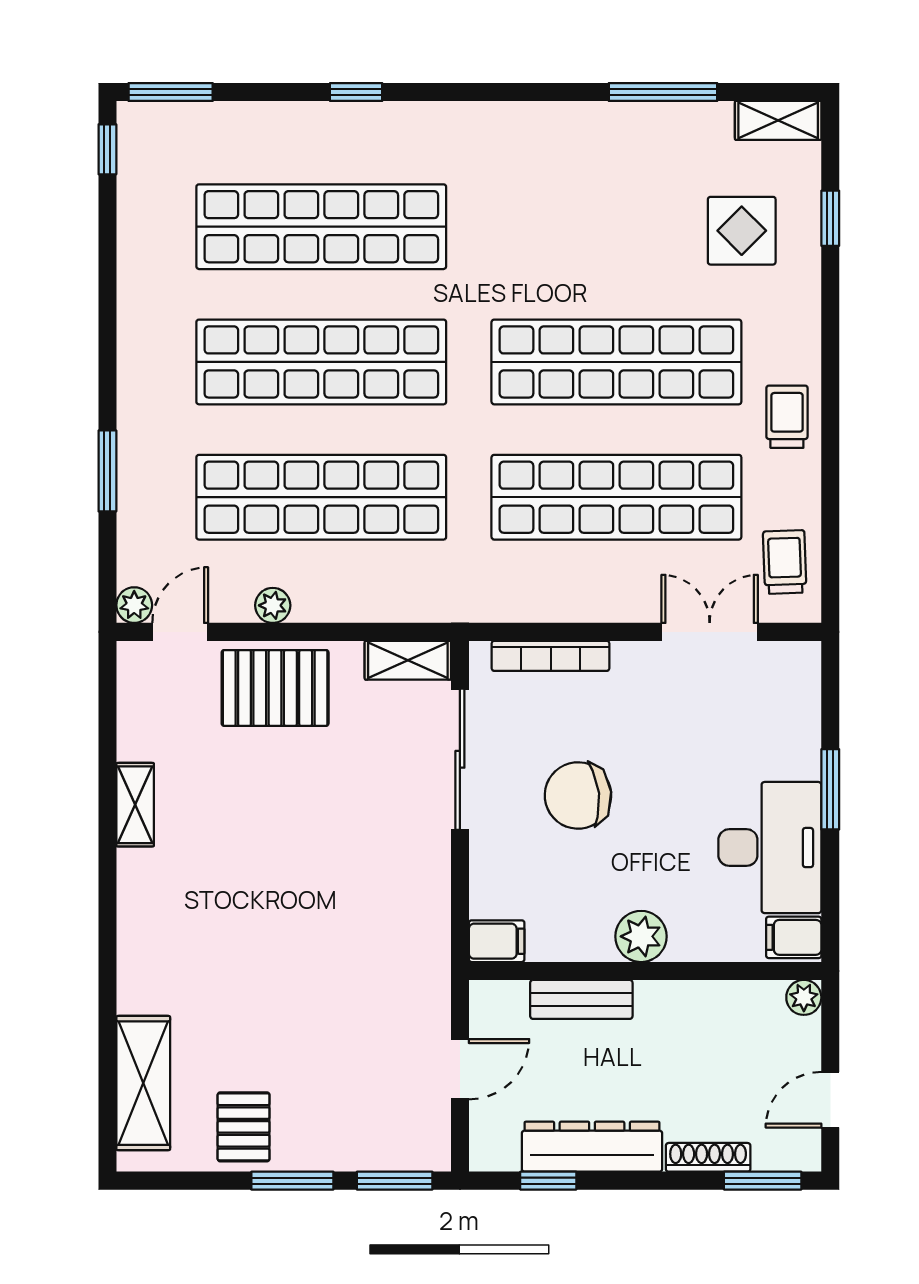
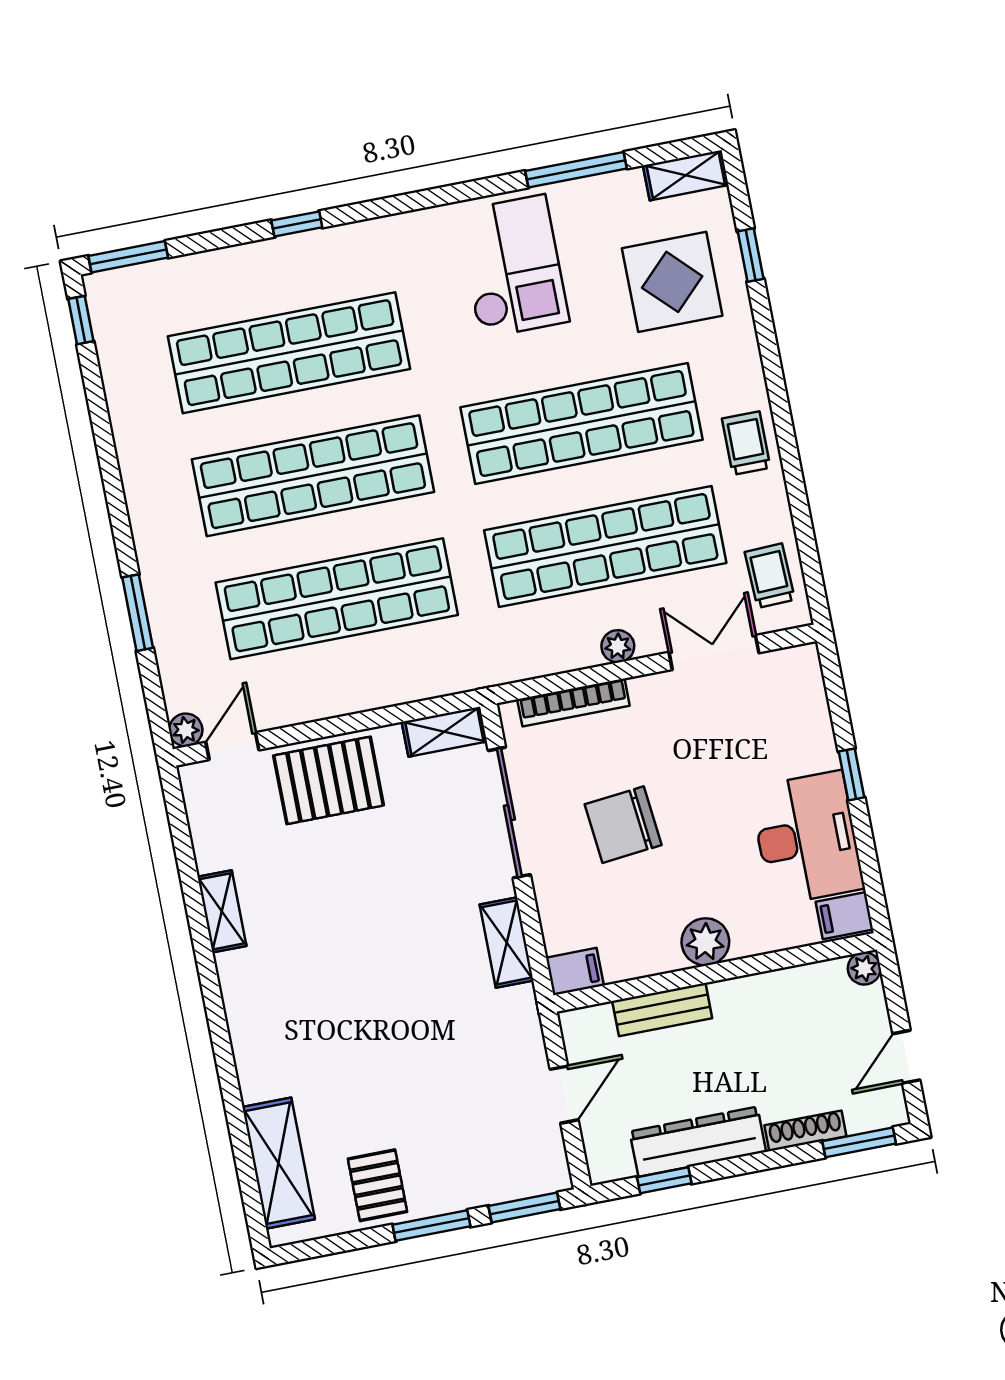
checkout: (576, 181) -> (513, 266), added
display table: (742, 231) -> (672, 282), width x1.36, depth x1.36
plant: (273, 605) -> (618, 646), moved
window: (830, 789) -> (851, 774), width x0.67
shelving: (430, 896) -> (507, 942), added

